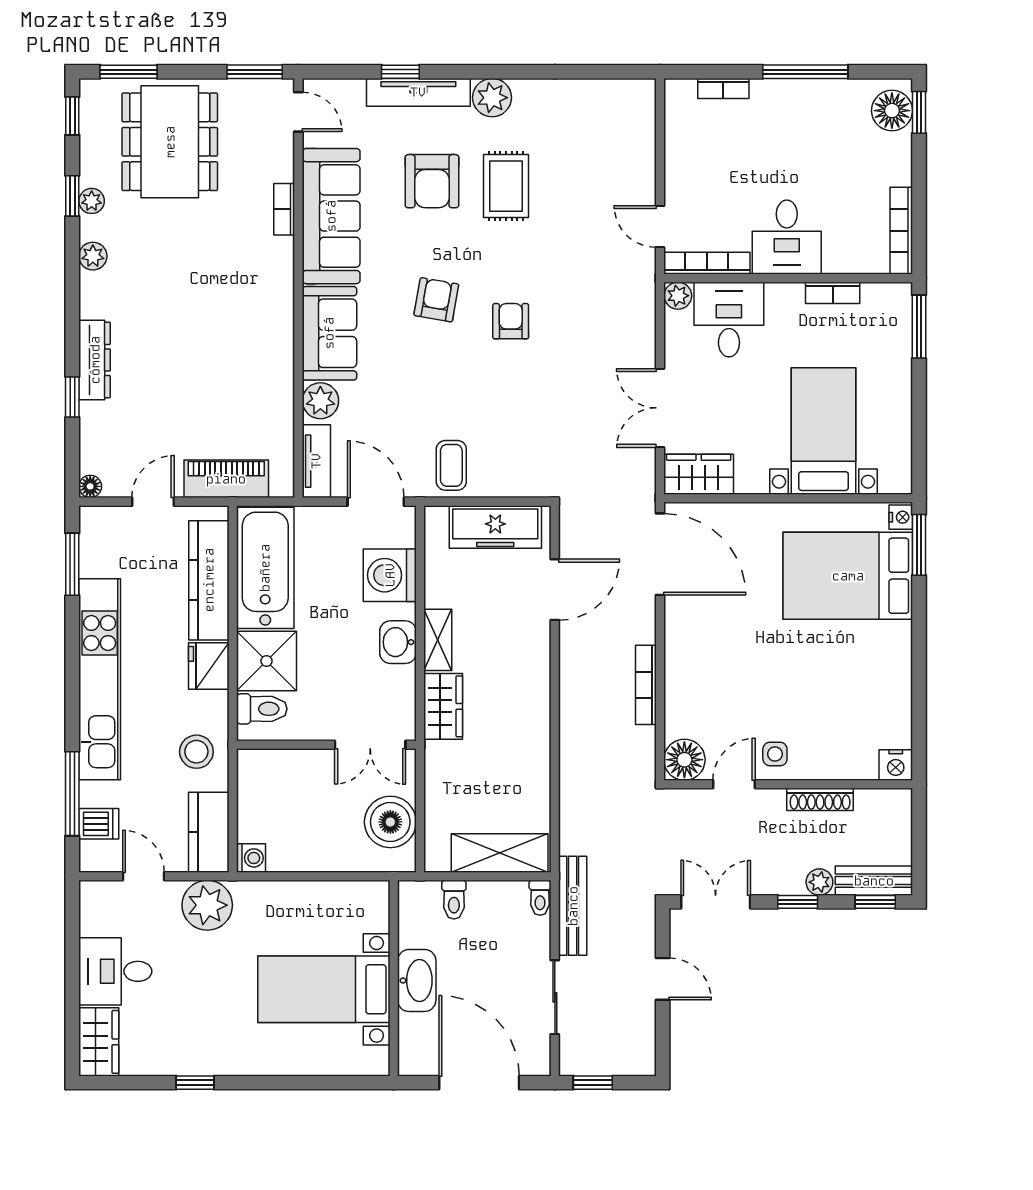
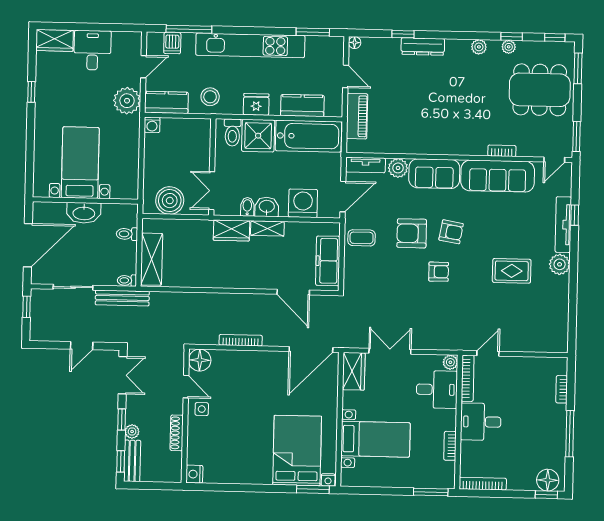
armchair: (432, 181) -> (412, 233), moved
kitchen counter: (209, 580) -> (302, 106), width x0.67
bidet: (399, 678) -> (247, 207), added

